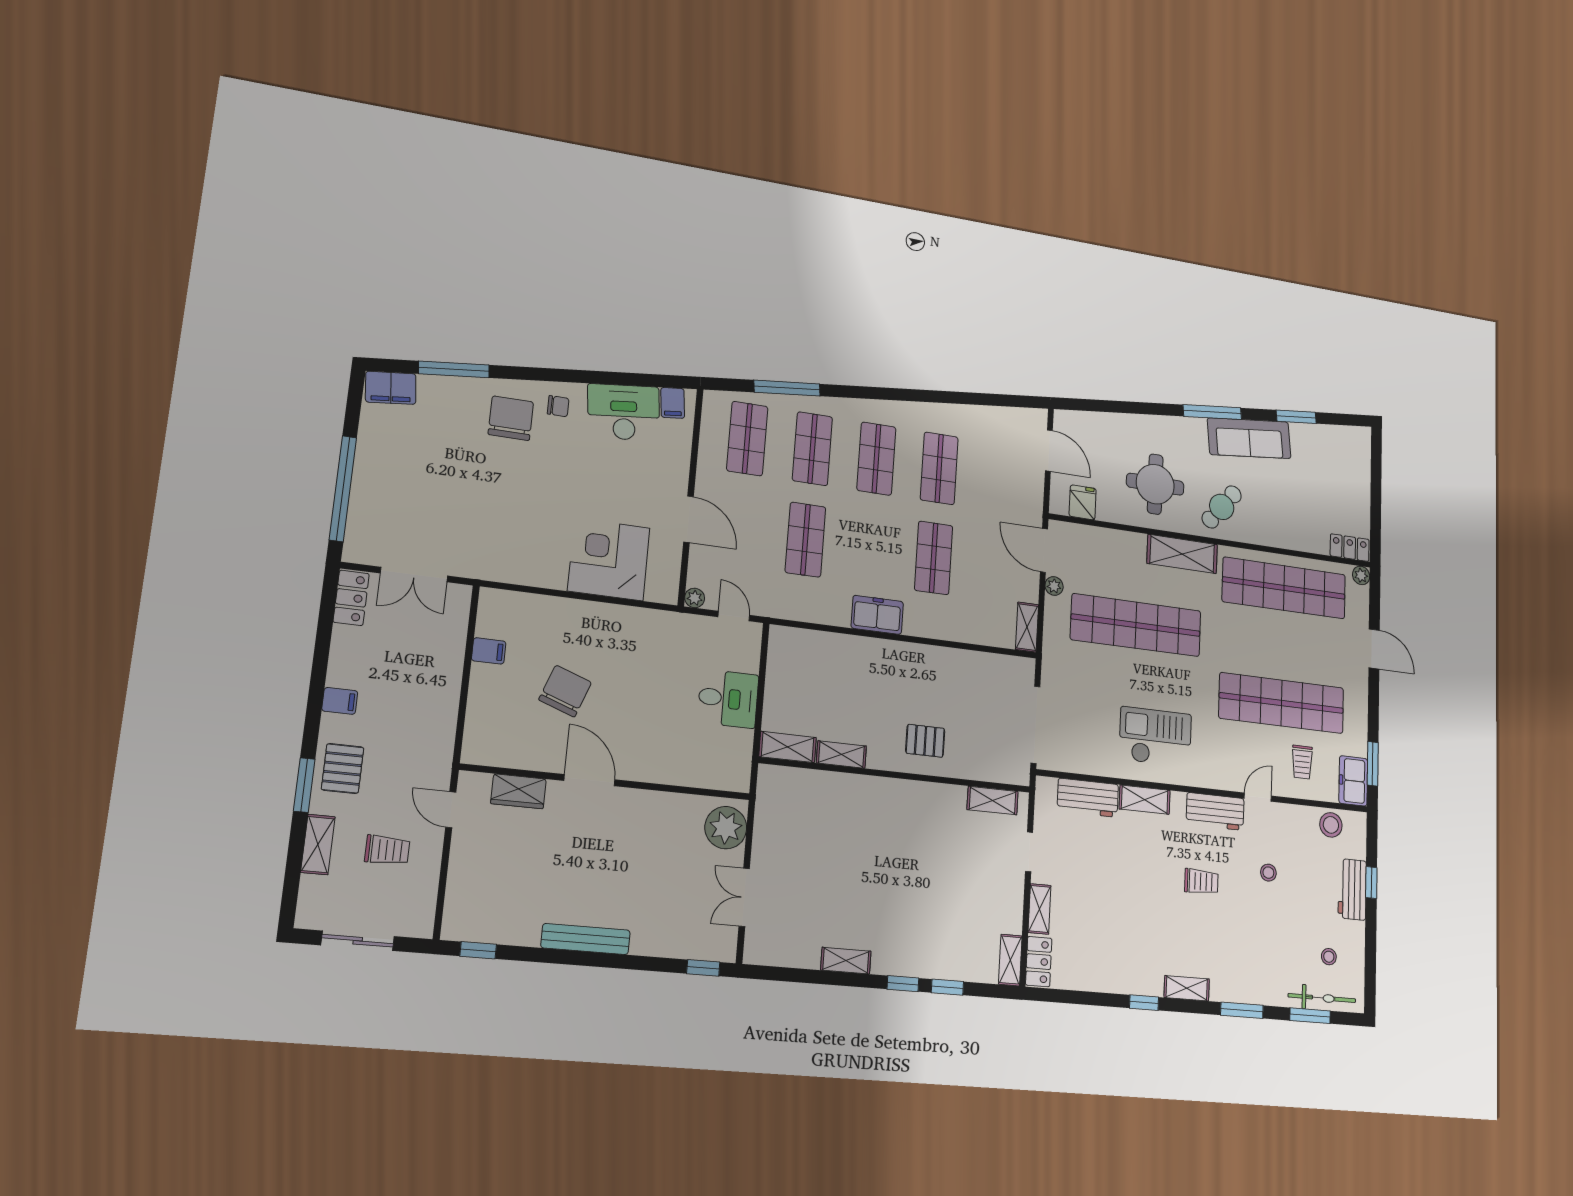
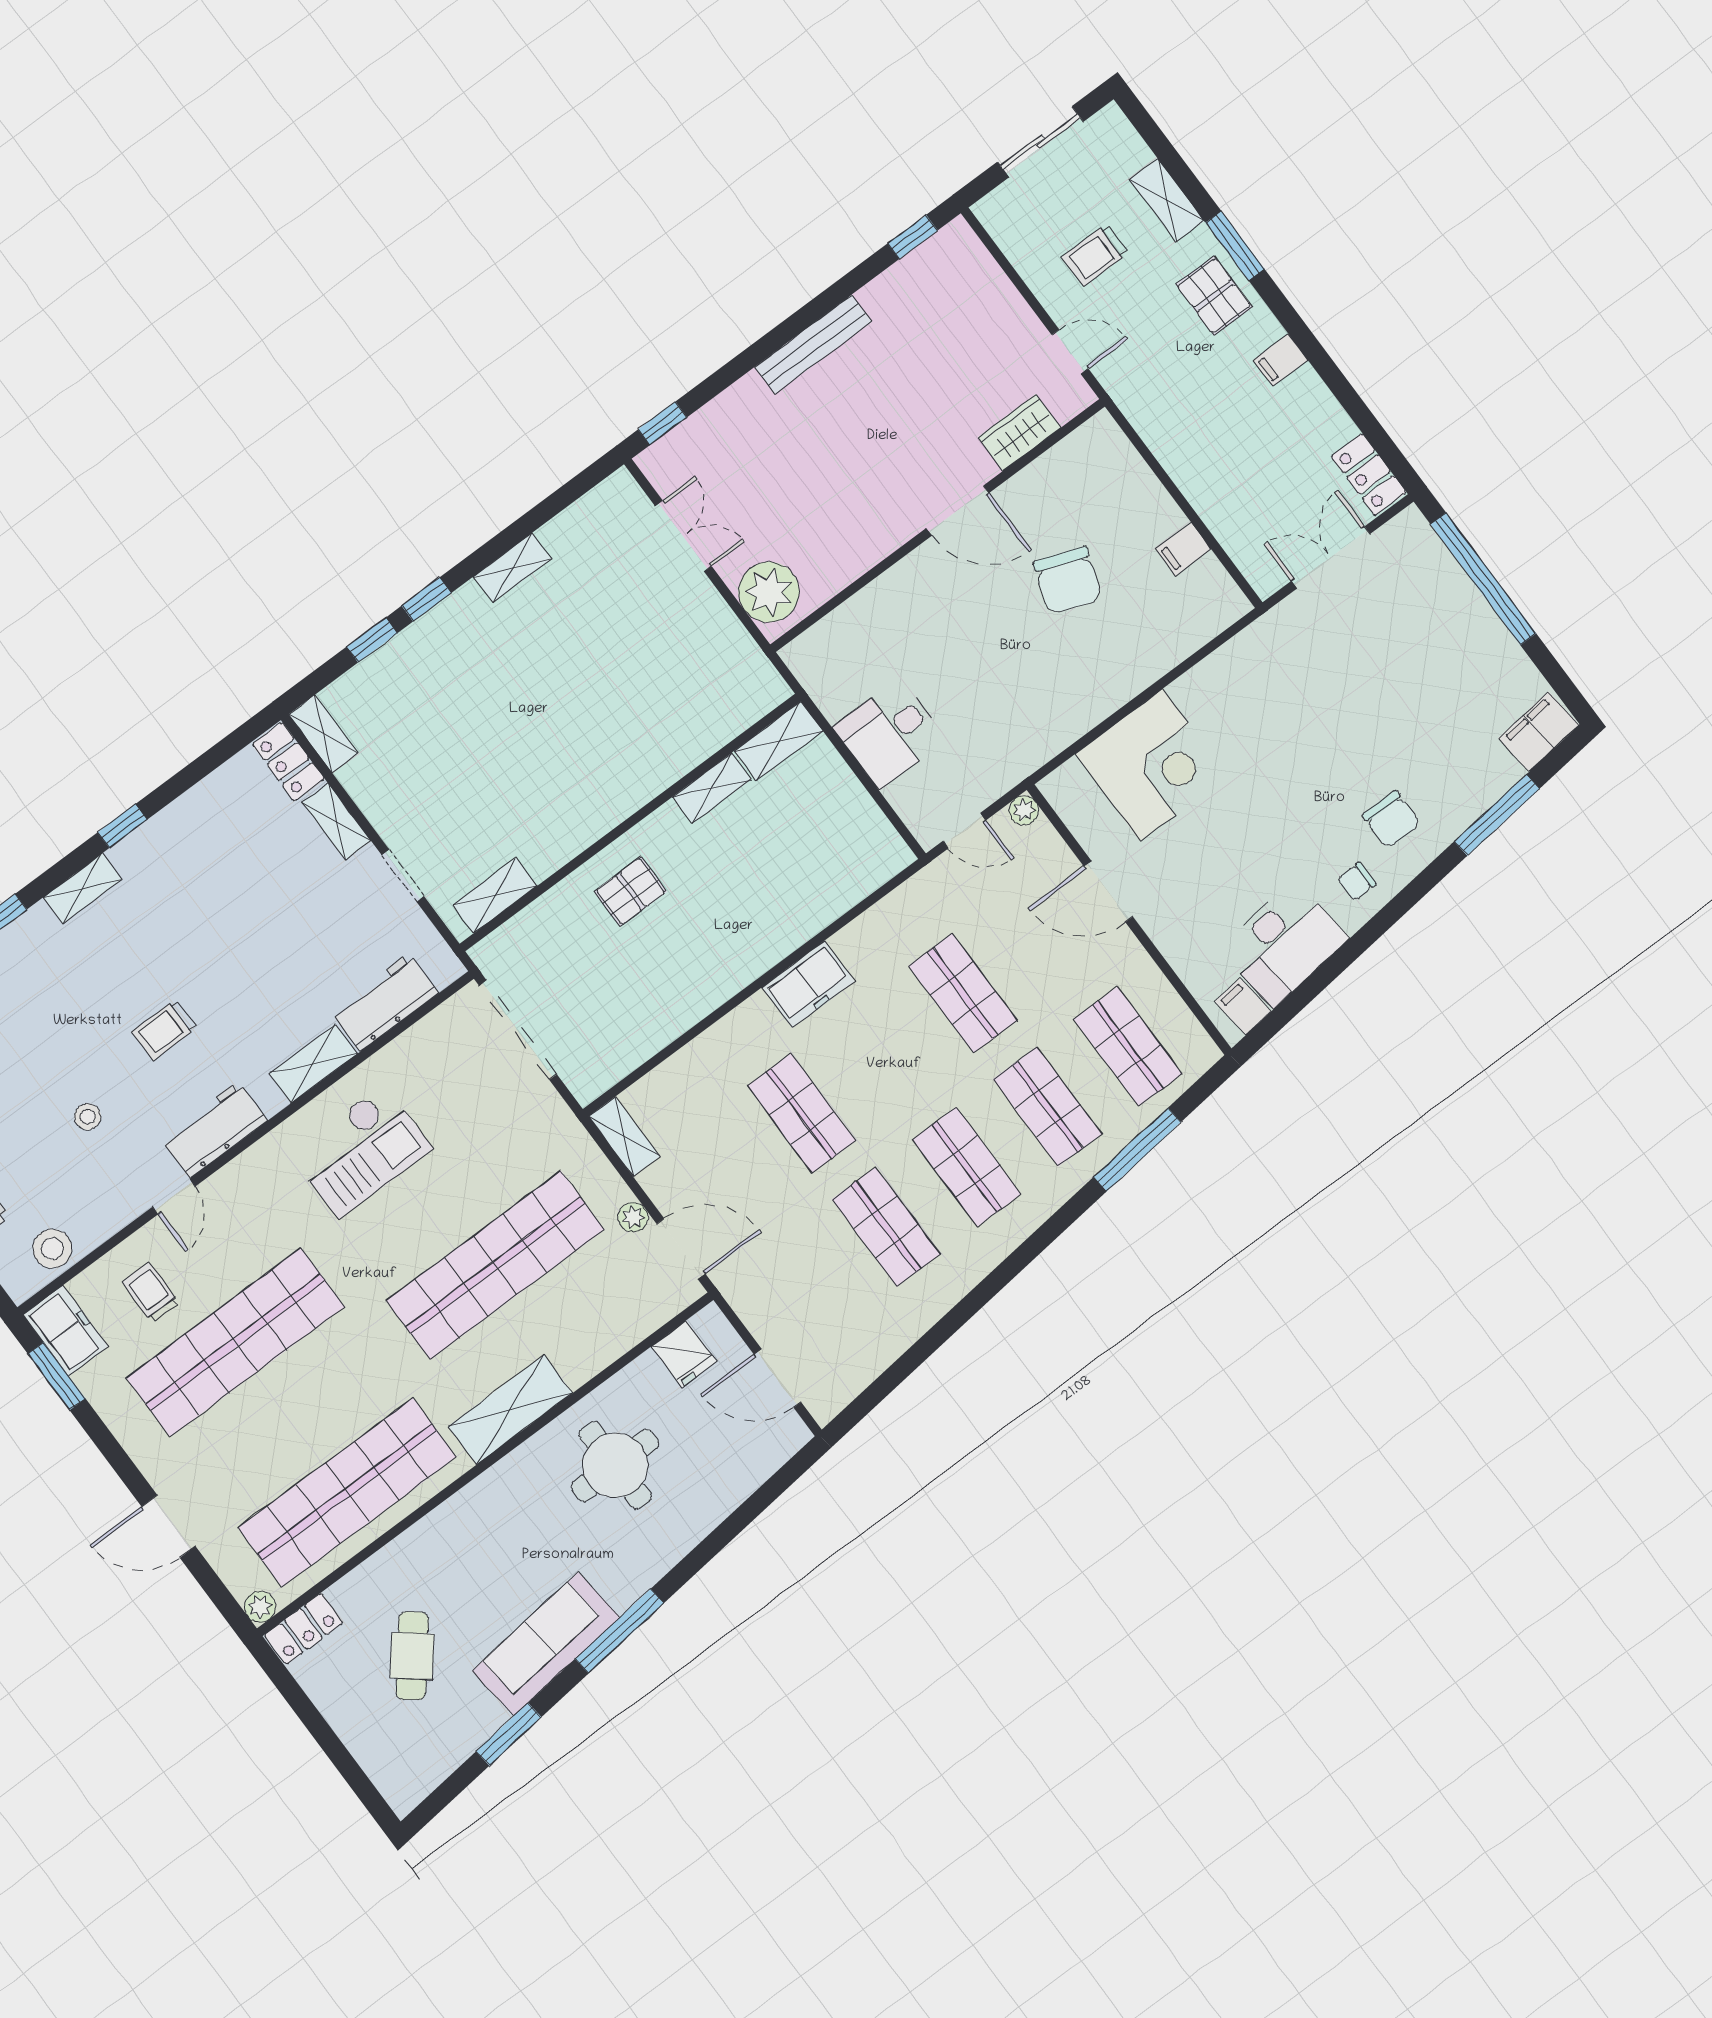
chair: (511, 418) -> (1392, 820), width x0.73, depth x0.73
cafe table: (1222, 507) -> (412, 1656), moved

